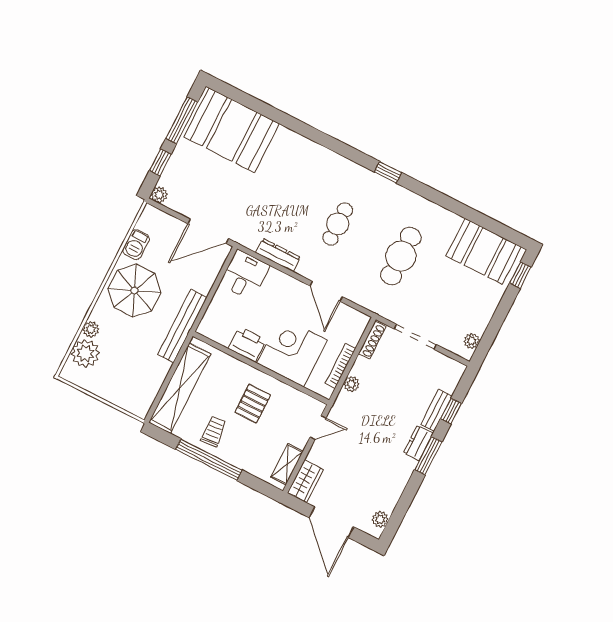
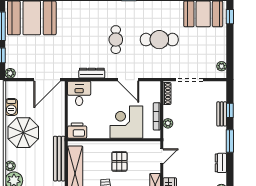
cafe table: (401, 256) -> (159, 40), turned 90
bench: (182, 326) -> (59, 159), moved
printer: (247, 344) -> (77, 131), moved
dresser: (418, 443) -> (221, 163), moved

